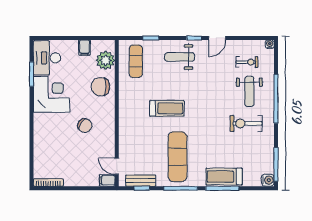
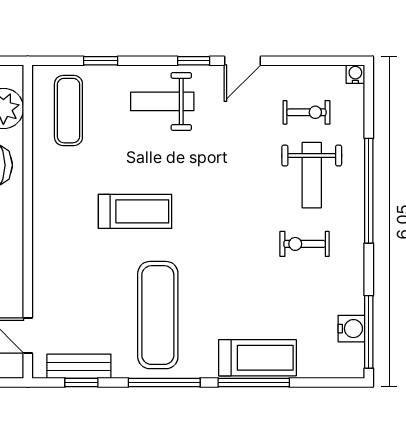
exercise bike: (246, 124) -> (305, 244), width x0.73, depth x0.72
treadmill: (224, 177) -> (258, 358), turned 180
water cooler: (268, 180) -> (351, 329), moved

